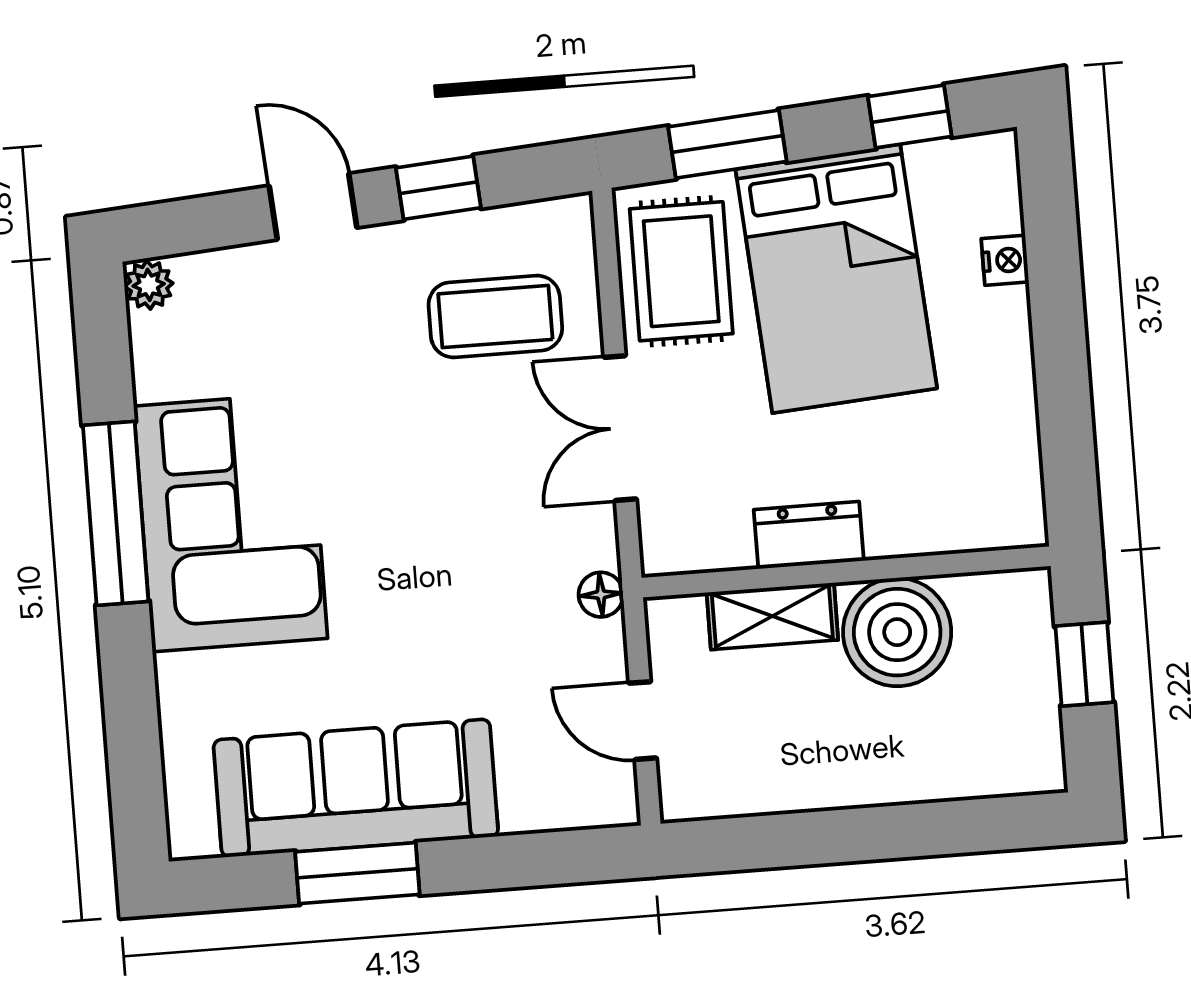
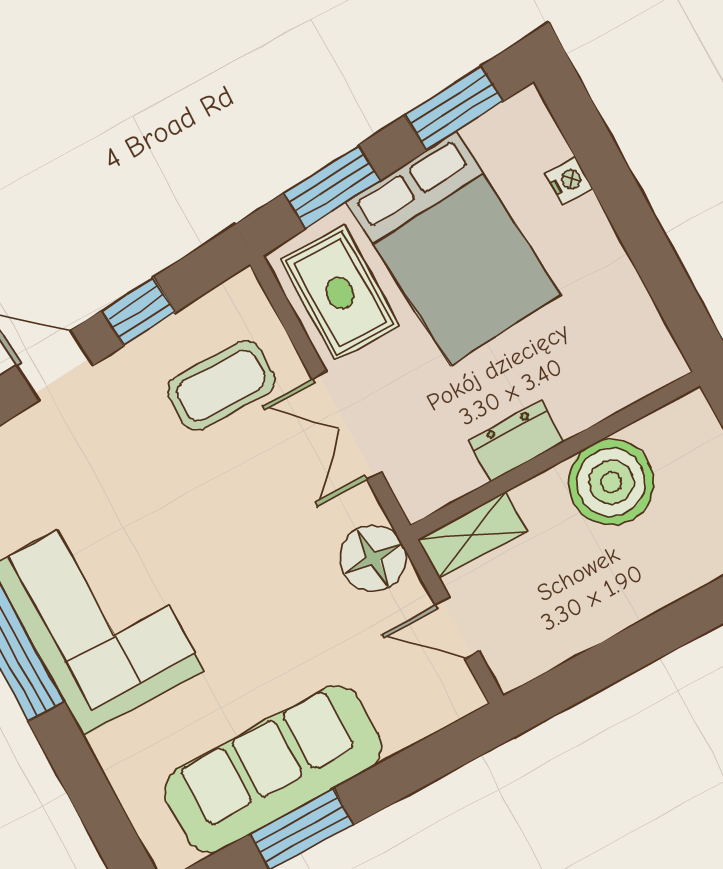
window: (910, 117) -> (454, 108), width x1.50
floor lamp: (601, 595) -> (373, 558), width x1.89, depth x1.89
shelving: (772, 616) -> (472, 535), moved

